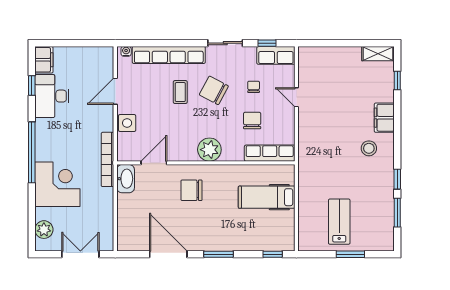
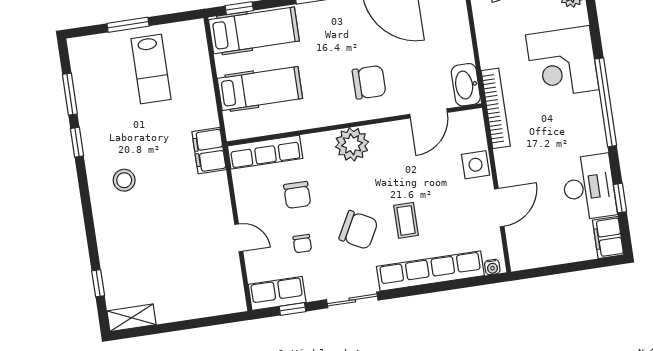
filing cabinet: (384, 118) -> (209, 151), moved, turned 180
hospital bed: (265, 238) -> (254, 30), added

